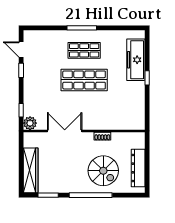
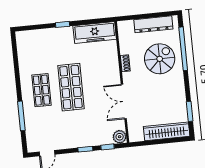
window: (82, 28) -> (21, 116), moved
freezer: (136, 60) -> (95, 33), moved
window: (21, 70) -> (85, 149), moved
window: (91, 195) -> (183, 49), moved

